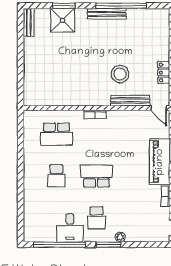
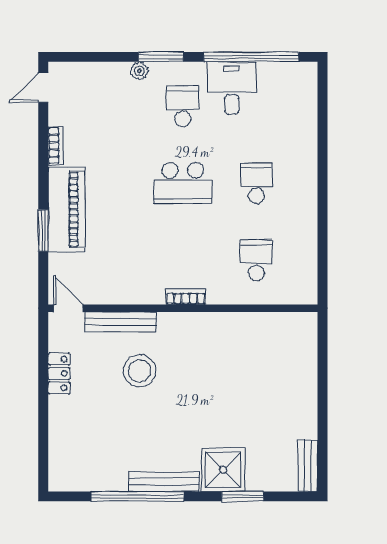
shower: (63, 20) -> (223, 470), moved
school desk: (56, 134) -> (256, 260), width x0.54

